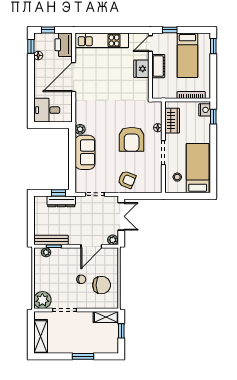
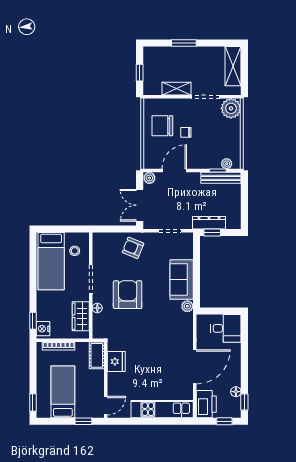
cot: (158, 66) -> (97, 355), moved
fridge: (141, 69) -> (116, 362), moved
shelving: (106, 317) -> (176, 89), moved

